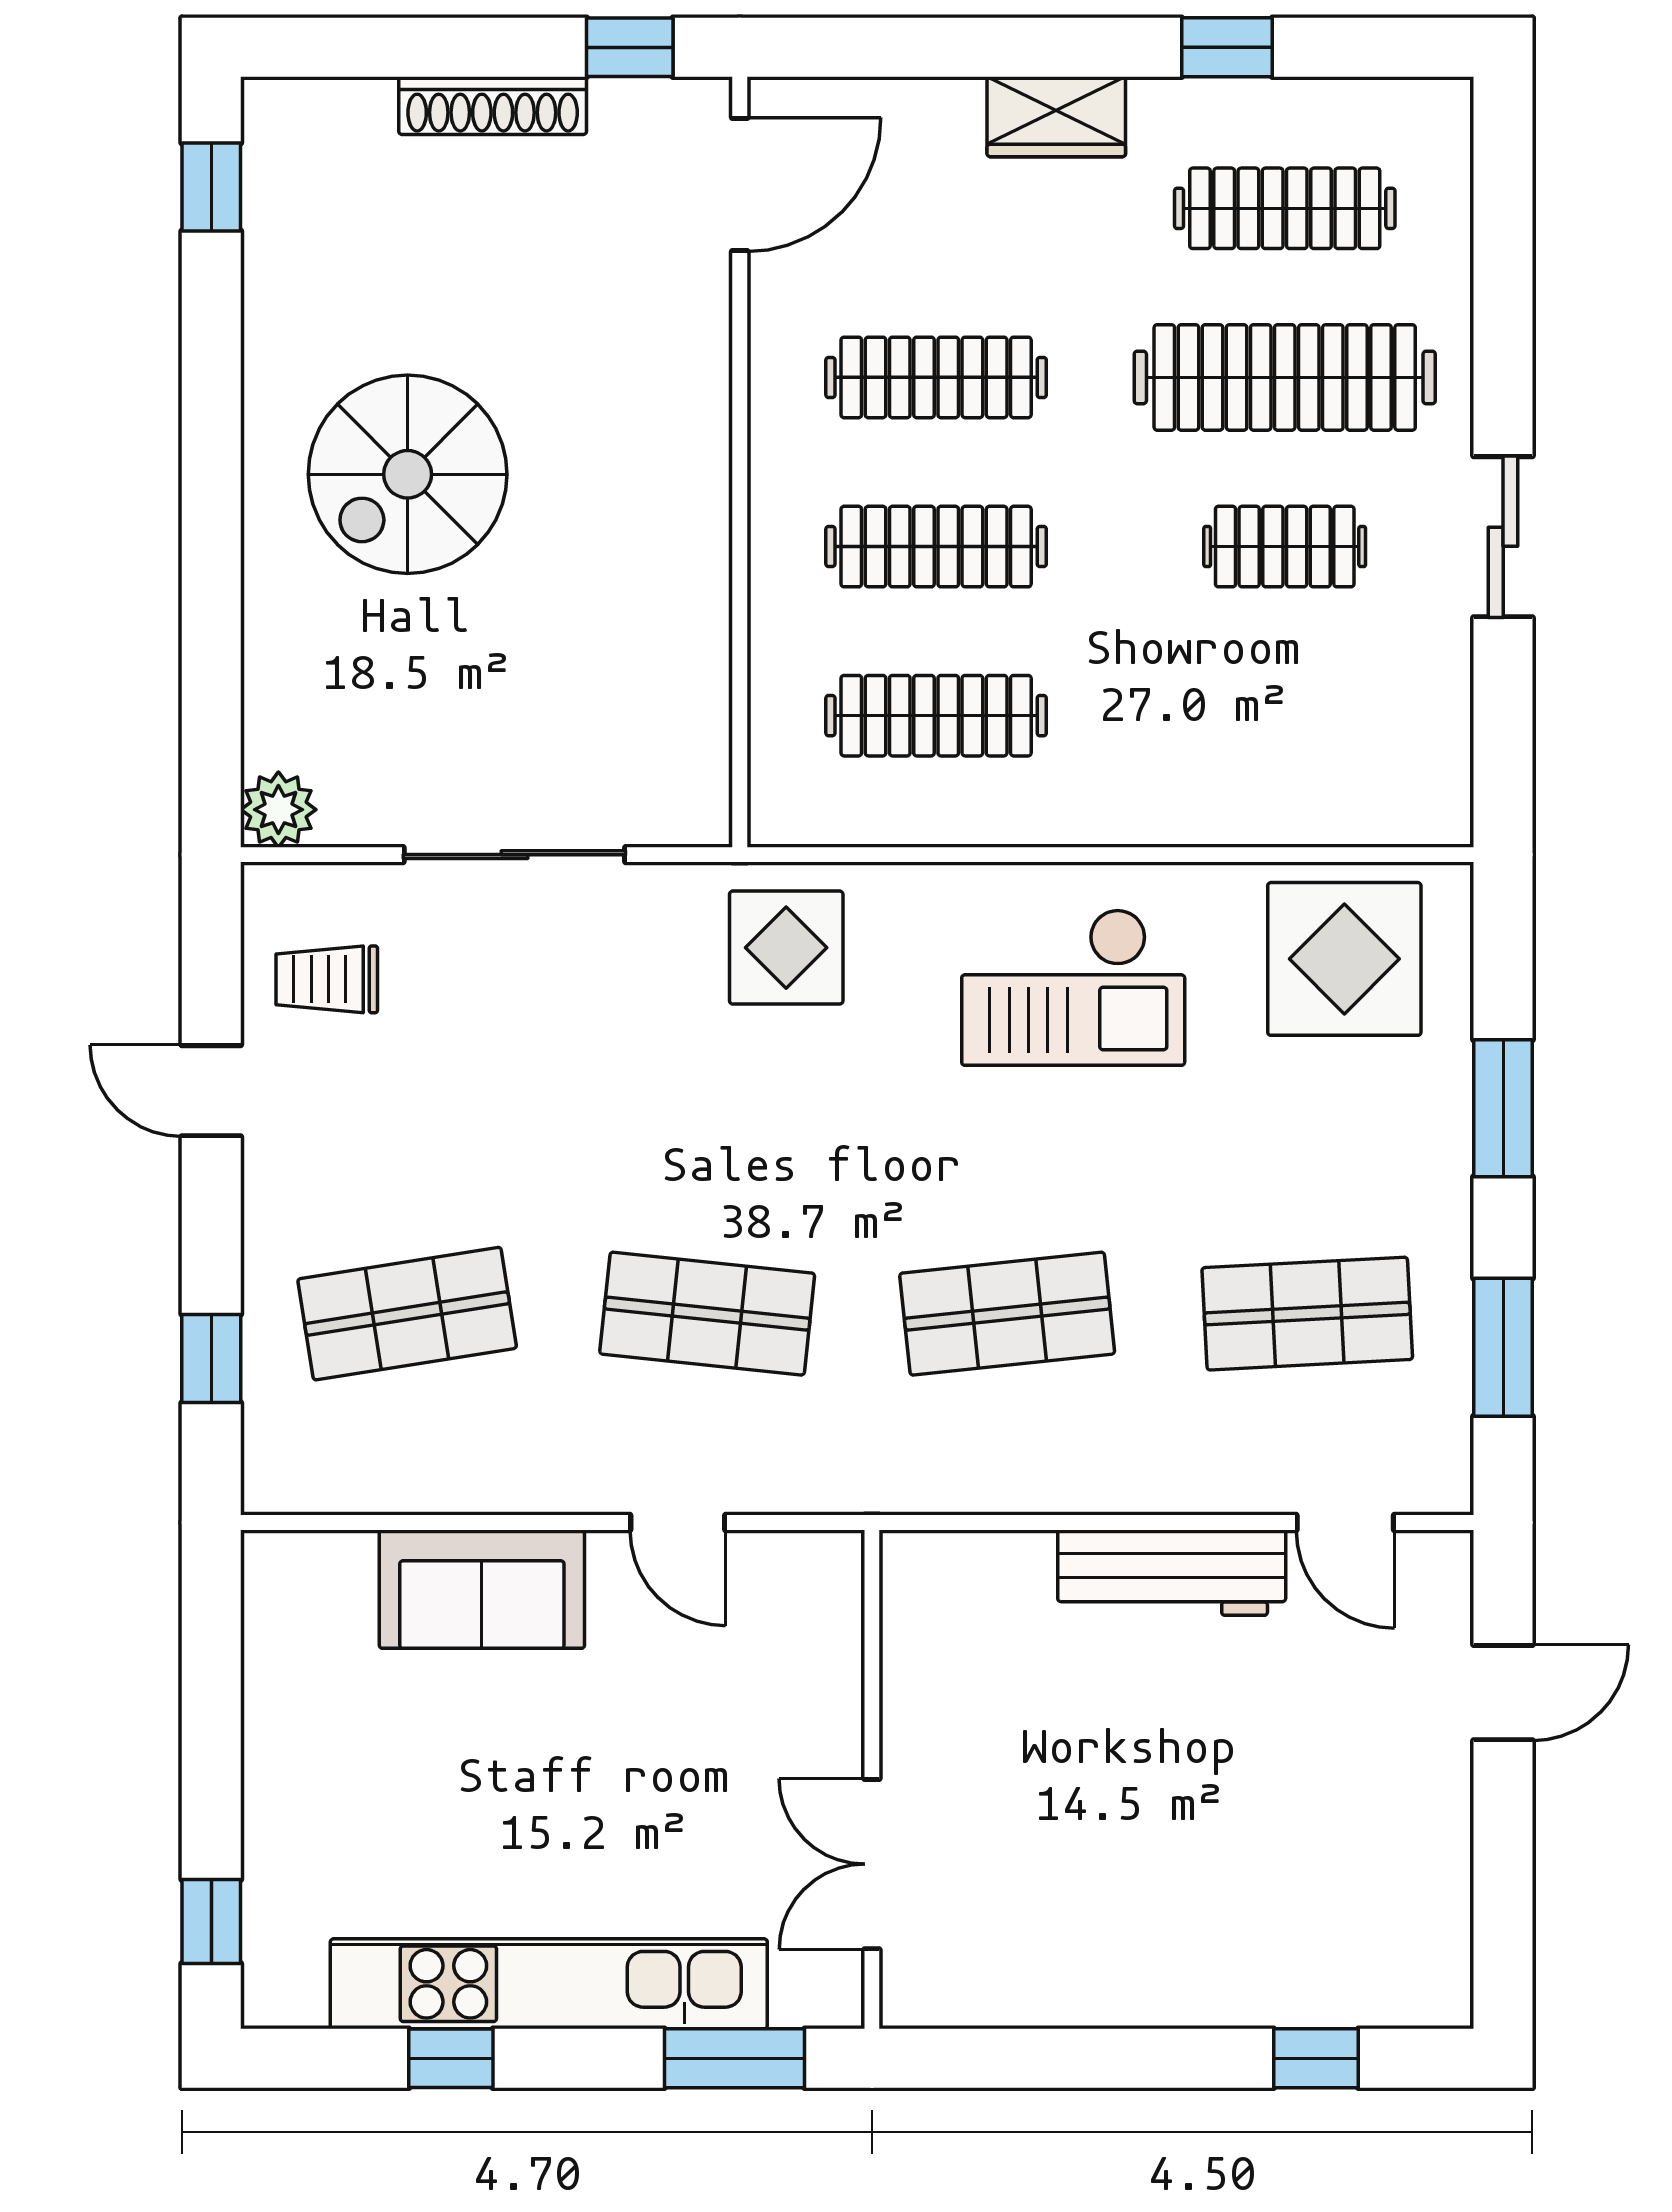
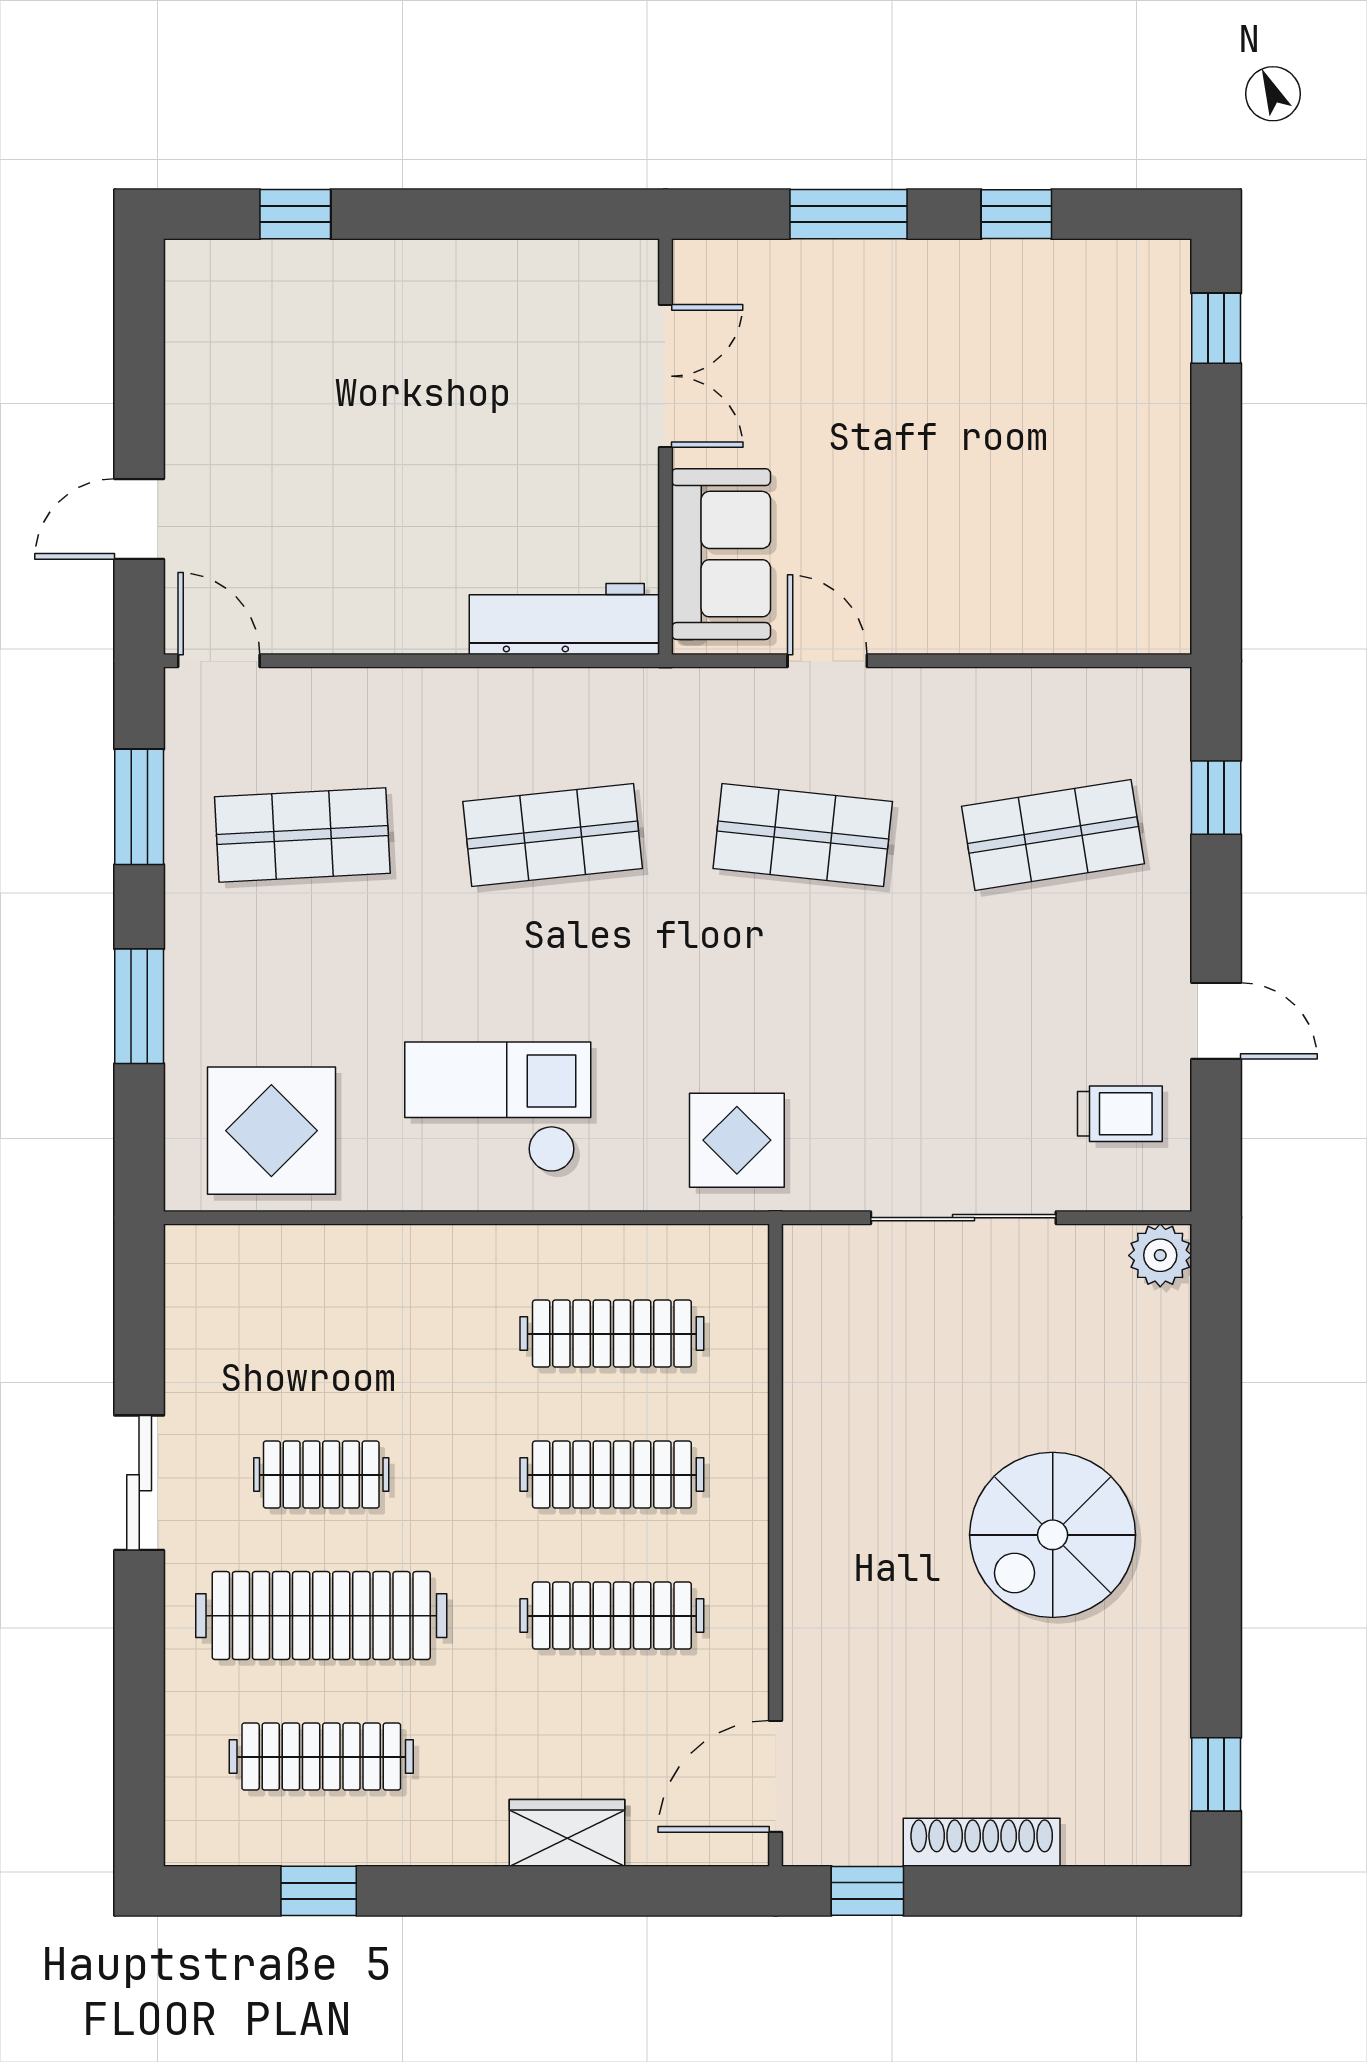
window: (1227, 47) -> (319, 1891), moved
wardrobe: (1056, 117) -> (567, 1833), moved
spiral stairs: (408, 474) -> (1053, 1535), turned 180
door: (1345, 1523) -> (219, 661), moved
workbench: (1172, 1573) -> (564, 619), moved
sofa: (482, 1589) -> (721, 554), moved, turned 90
kitchen unit: (549, 1984) -> (935, 276), removed
window: (735, 2058) -> (848, 214), moved

